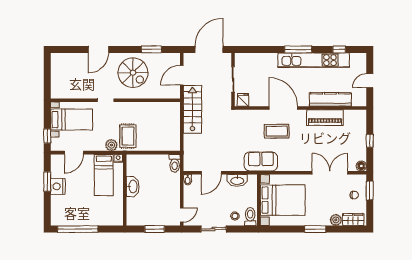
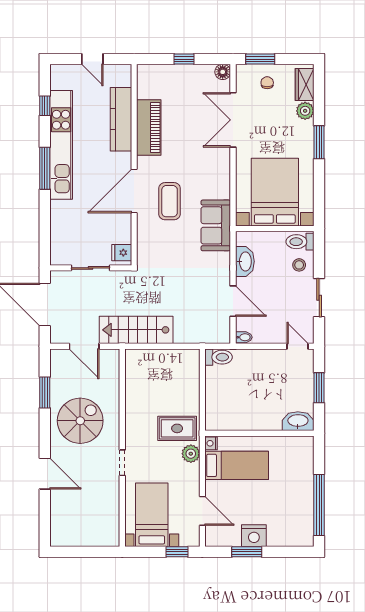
washbasin: (133, 186) -> (298, 421), moved

